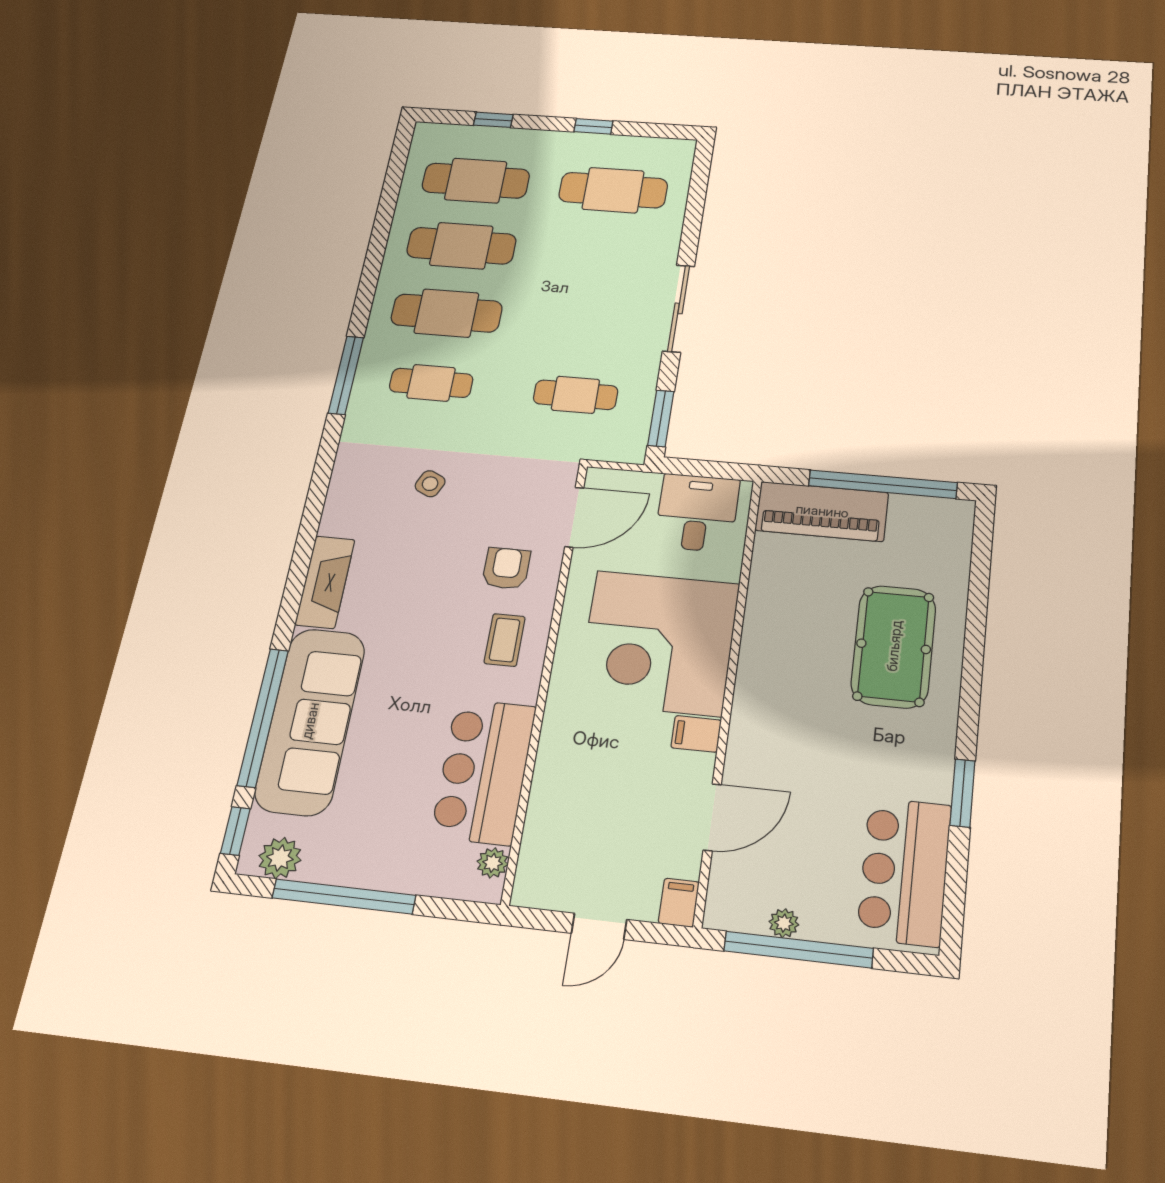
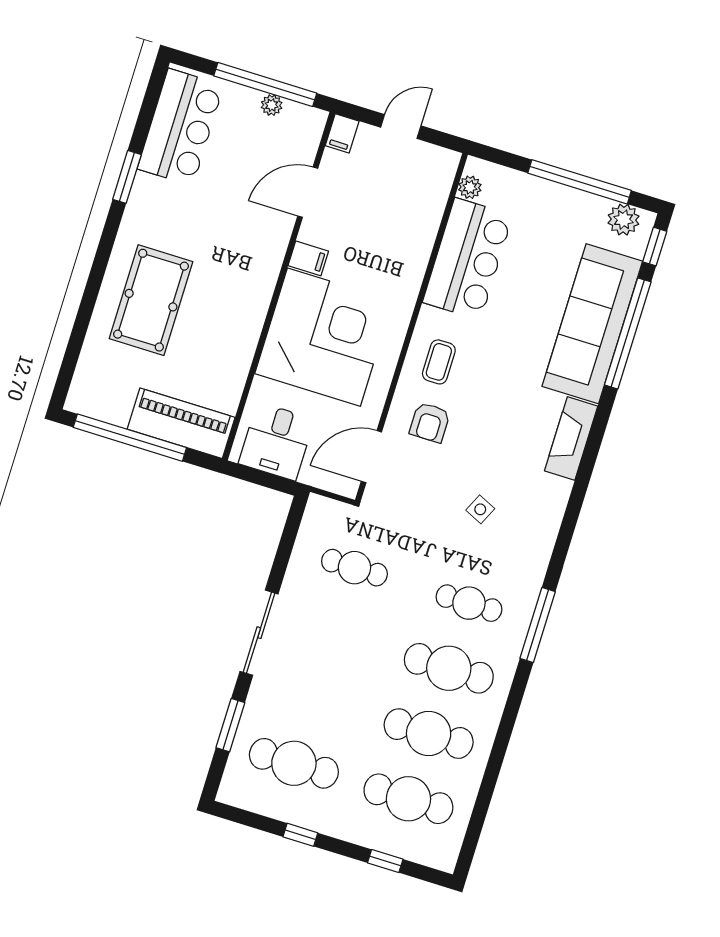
window: (661, 418) -> (230, 725), moved

